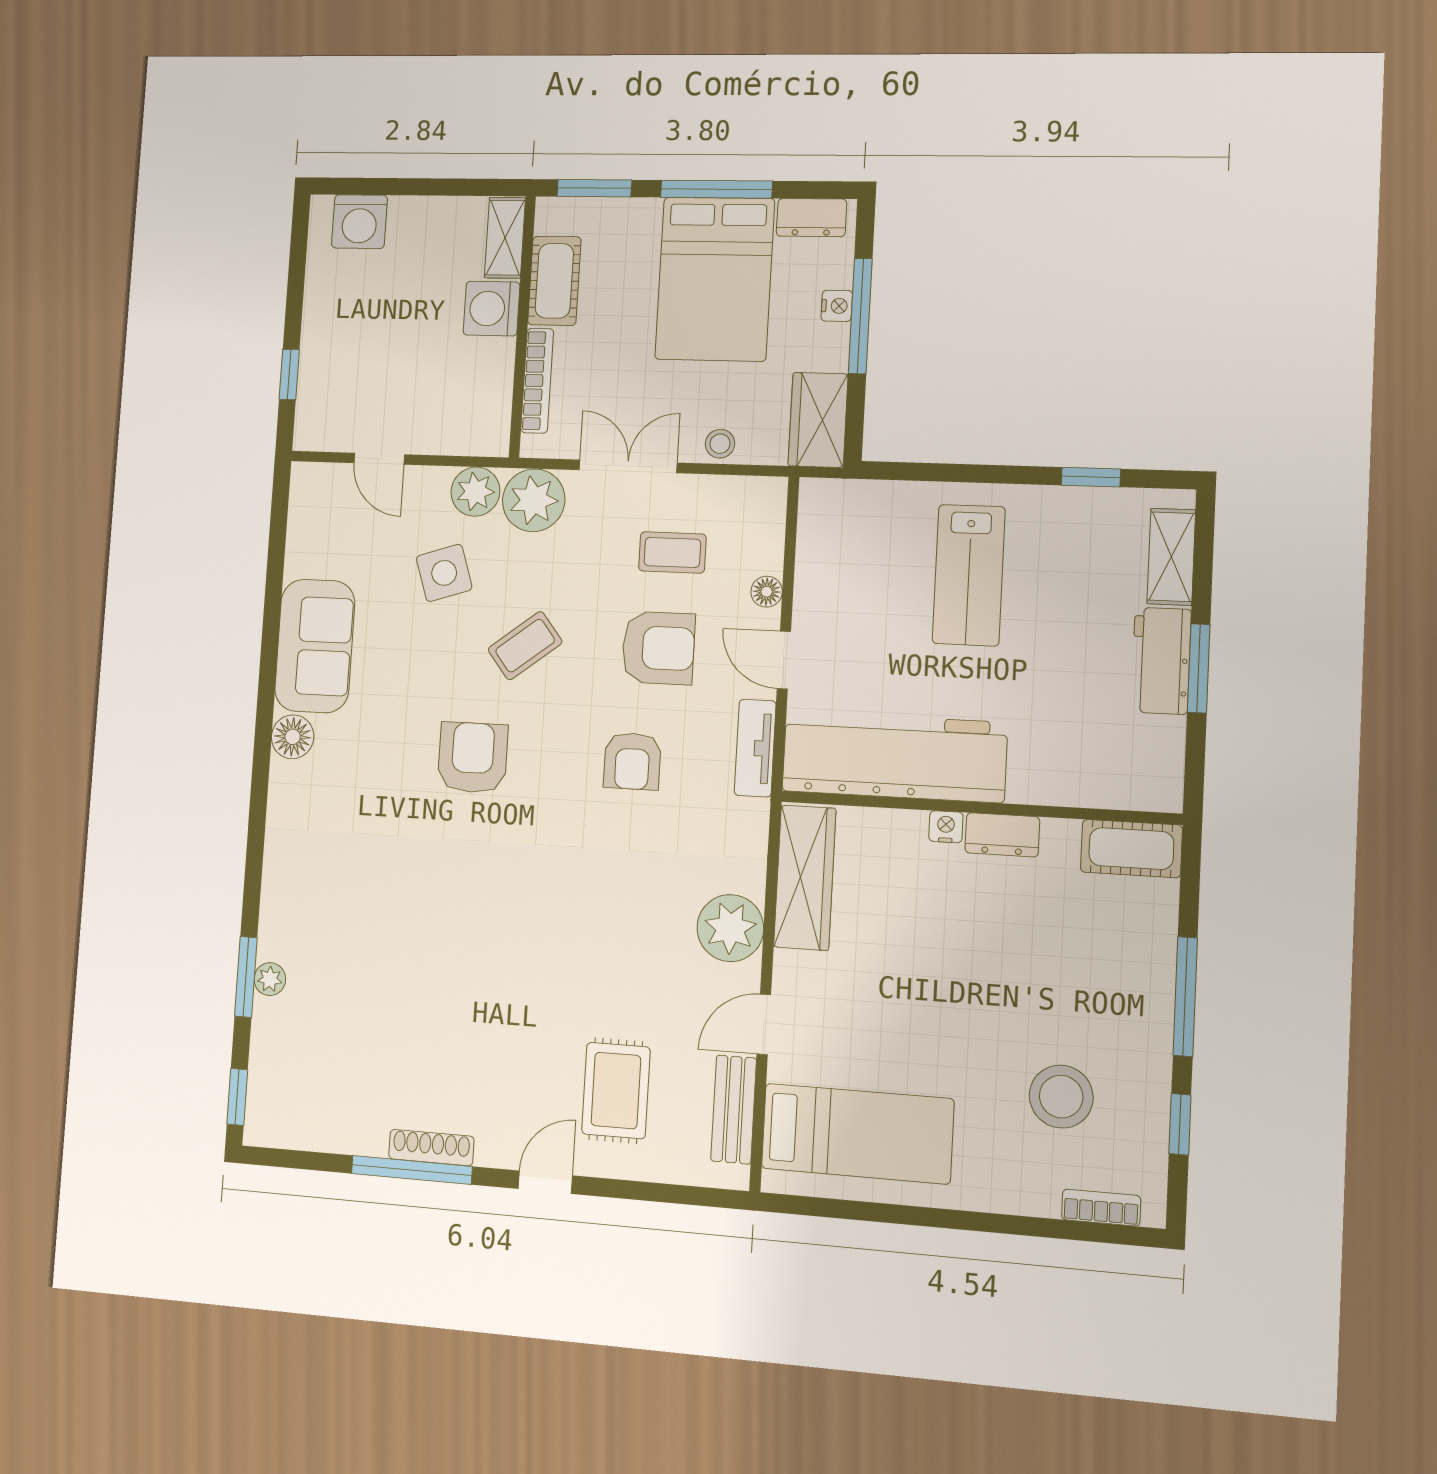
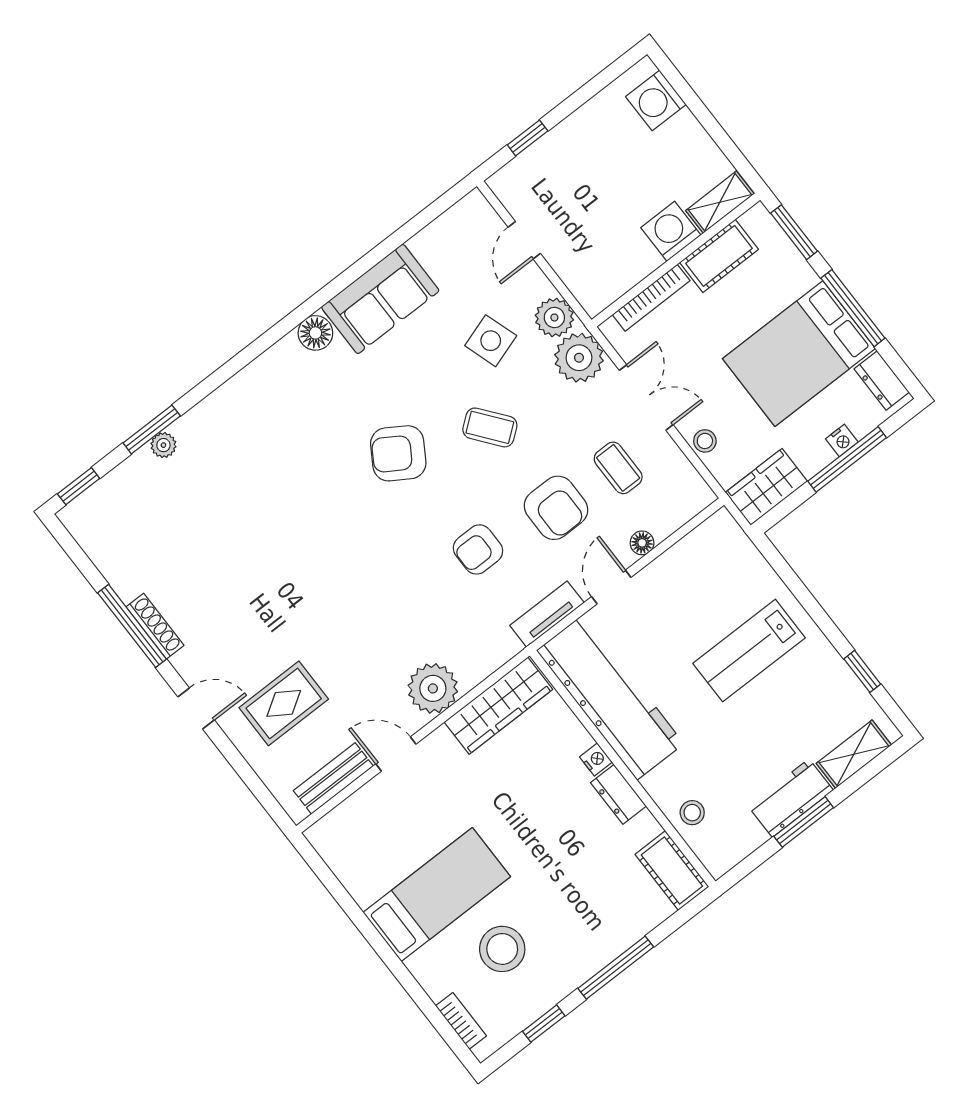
armchair: (473, 758) -> (398, 453), turned -148
stool: (1088, 775) -> (692, 813), added
bed: (857, 1134) -> (437, 895), moved, turned -90

